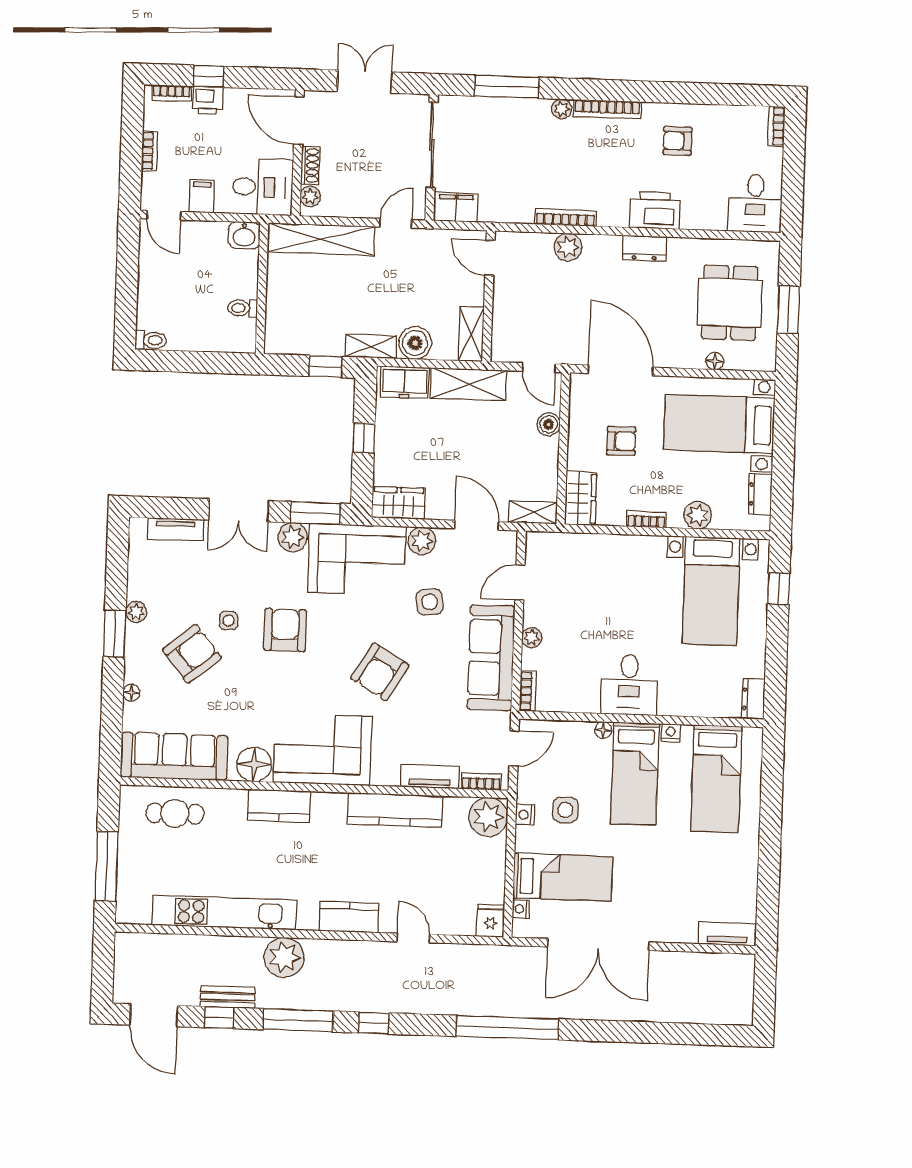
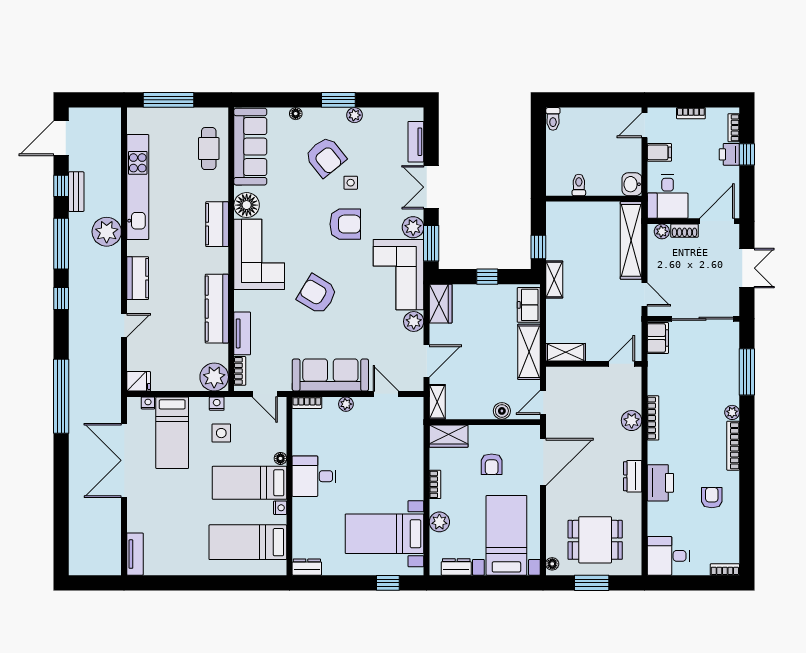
boiler: (415, 343) -> (558, 312), removed
floor lamp: (715, 361) -> (552, 564), moved
side table: (430, 602) -> (369, 329), removed

